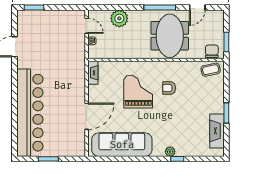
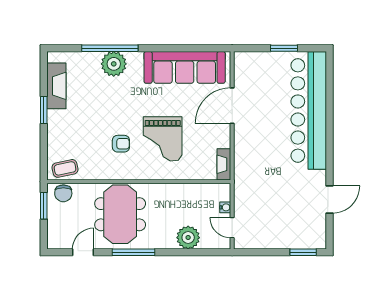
plant: (170, 152) -> (114, 64), width x1.88, depth x1.88
window: (177, 159) -> (110, 48), width x3.17

